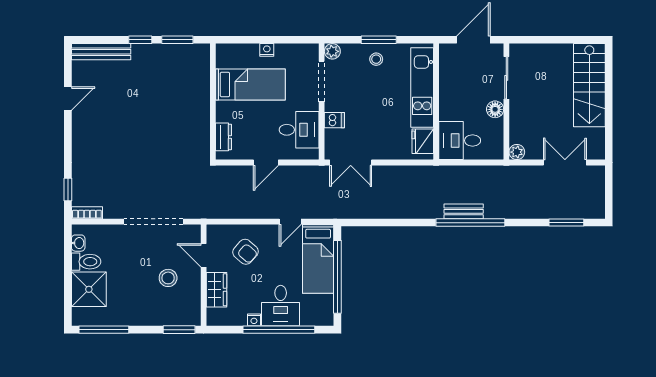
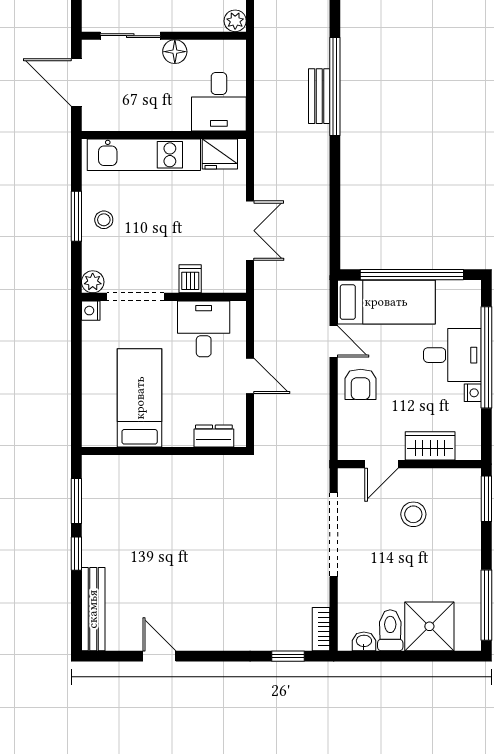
nightstand: (267, 50) -> (91, 311), moved
double door: (351, 163) -> (250, 231), moved
armchair: (246, 252) -> (361, 384), moved, turned 139

